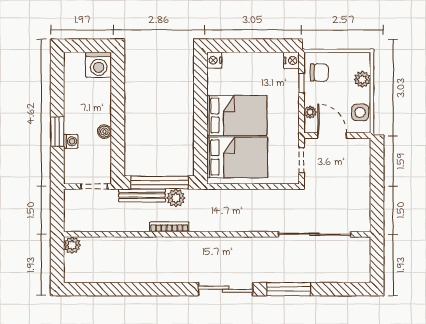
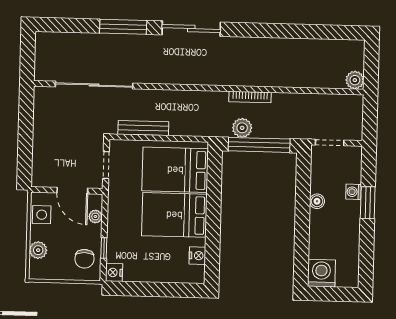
nightstand: (214, 60) -> (197, 256), moved
chair: (319, 72) -> (84, 259), turned -90
bench: (142, 195) -> (143, 128), moved

